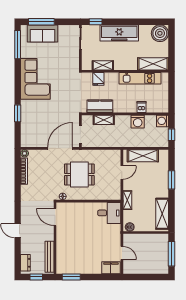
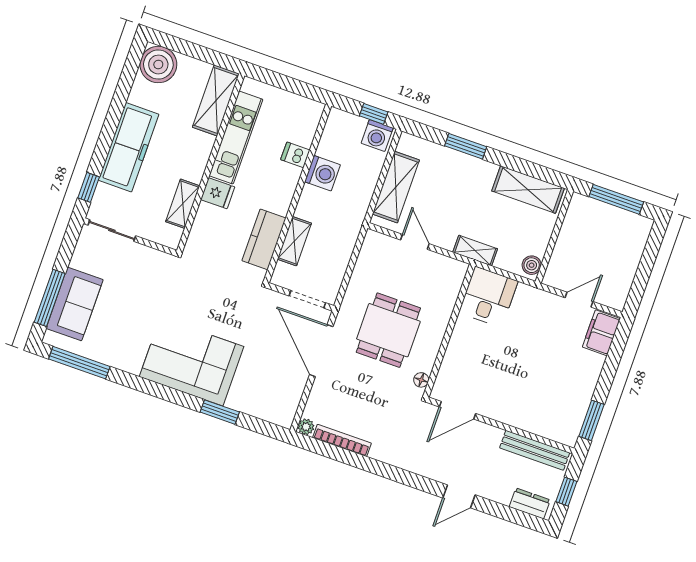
corner sofa: (35, 79) -> (192, 362), moved
fridge: (98, 79) -> (218, 193), moved
washing machine: (163, 121) -> (377, 136), moved

